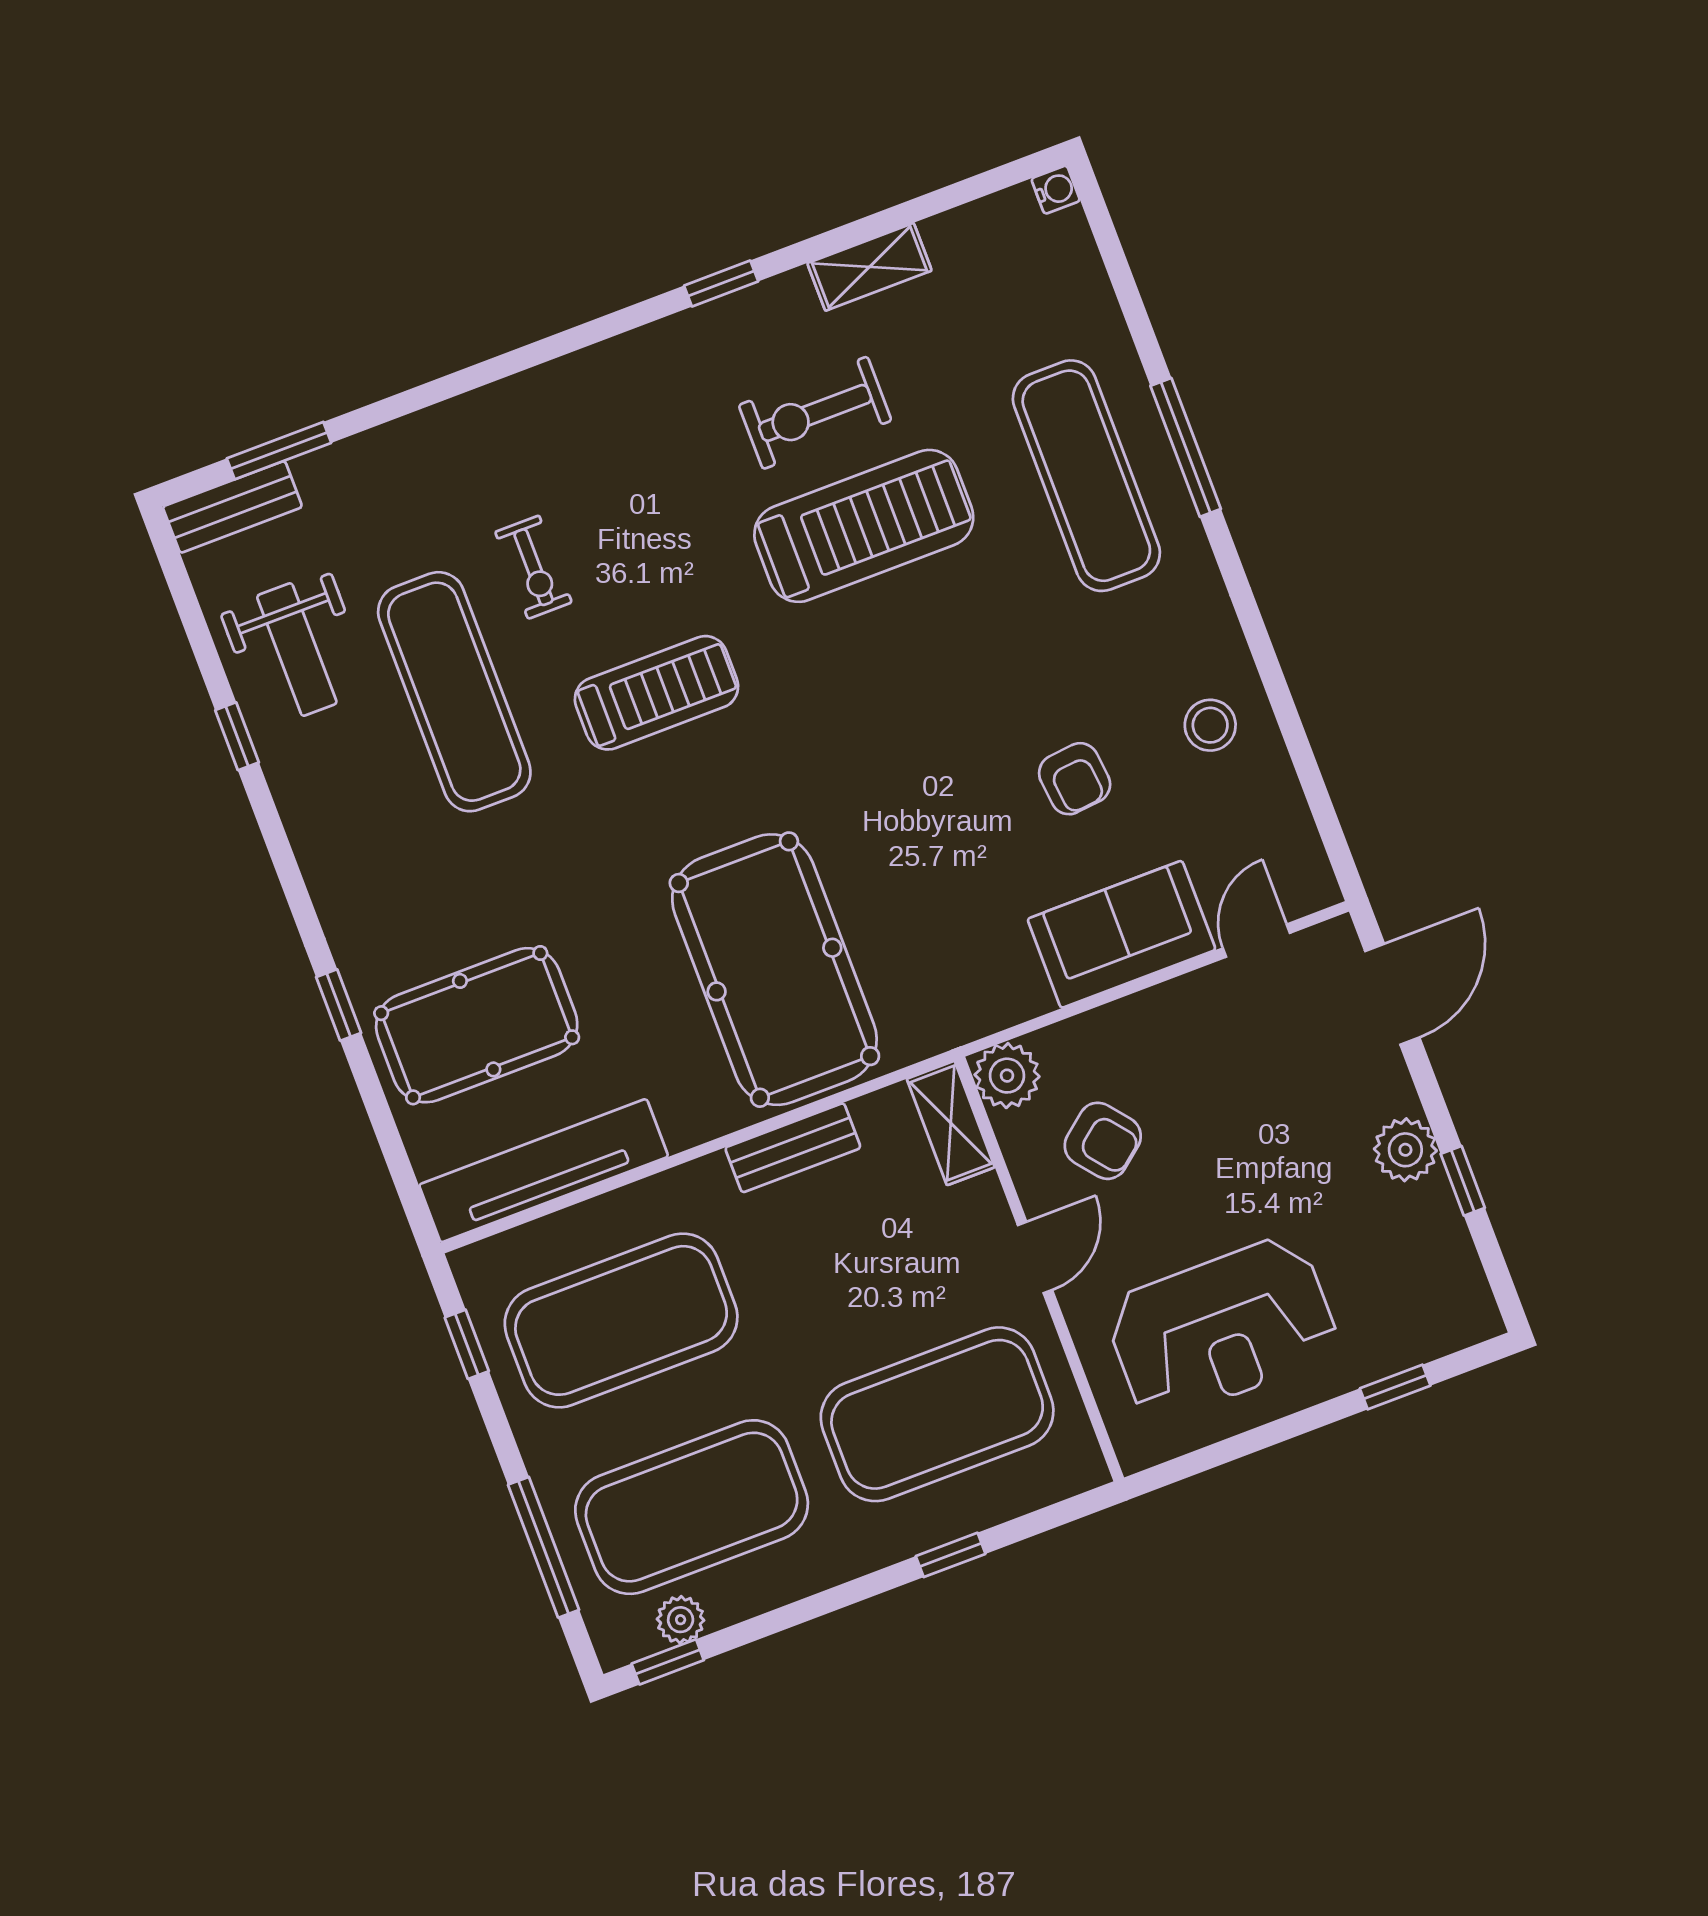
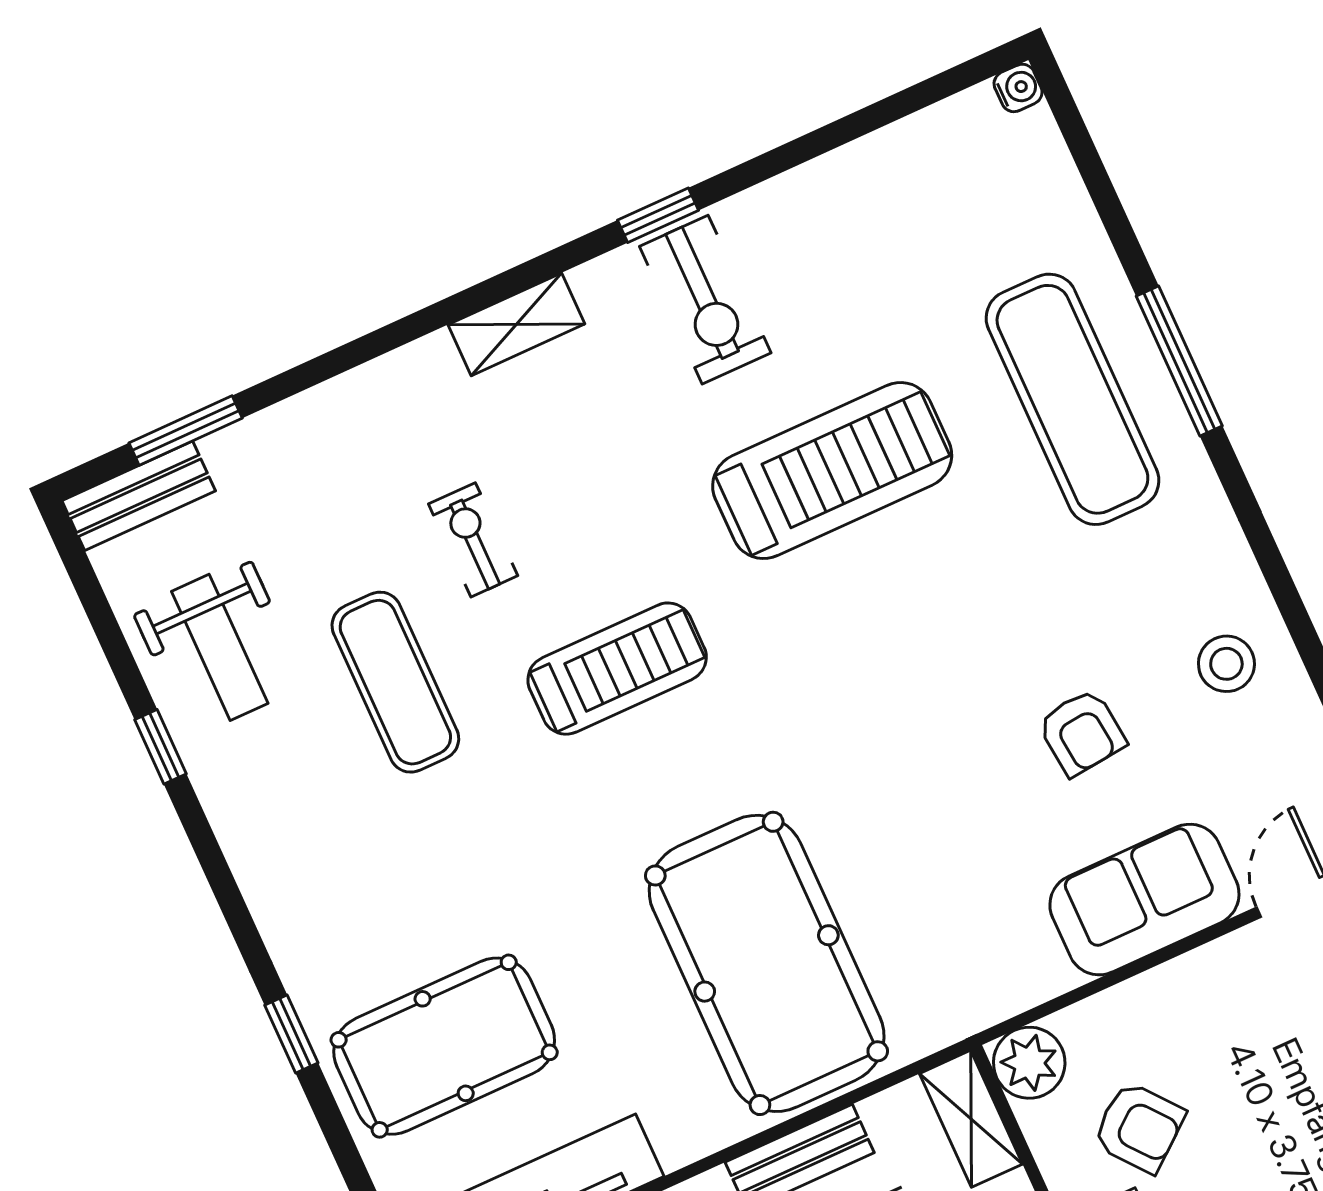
shelving: (869, 267) -> (516, 324), moved
exercise bike: (815, 413) -> (705, 300), moved, turned -90
exercise bike: (533, 567) -> (473, 540), turned 180
exercise mat: (454, 692) -> (395, 682), width x0.73, depth x0.69

